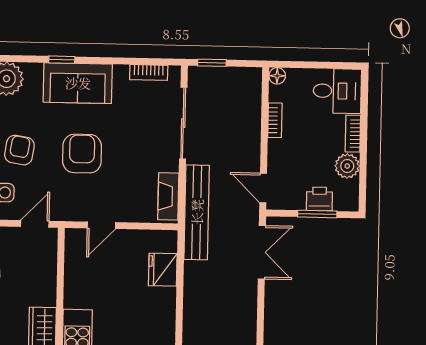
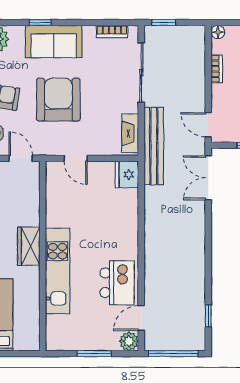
armchair: (82, 154) -> (58, 100), width x1.36, depth x1.36
door: (35, 224) -> (21, 158), hinge flipped
door: (101, 225) -> (76, 158), hinge flipped
double door: (262, 252) -> (208, 178), swing flipped
fridge: (163, 270) -> (127, 174), moved

